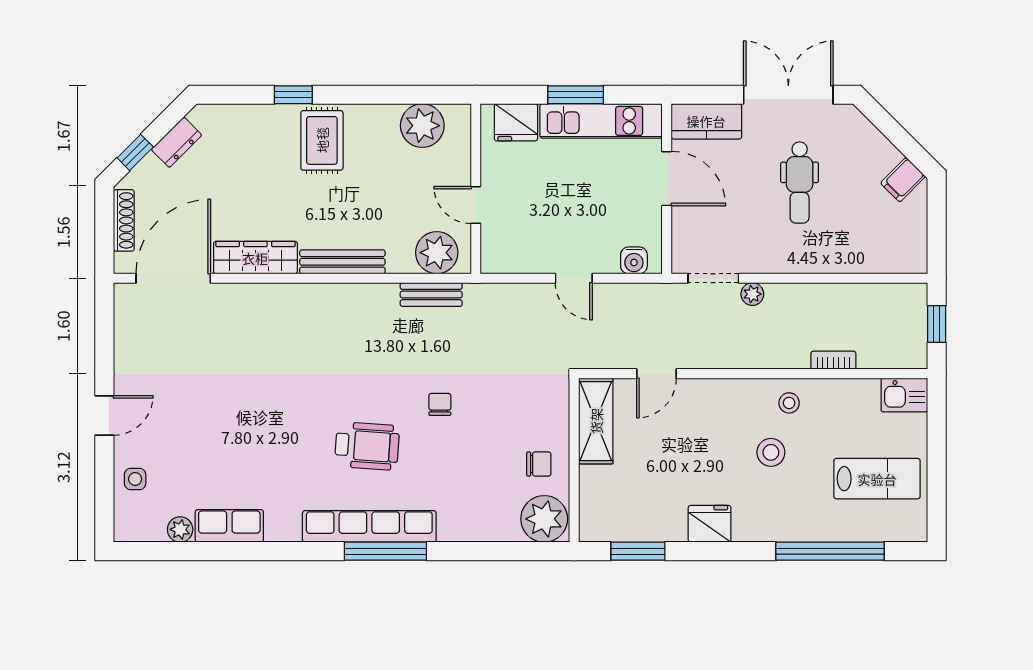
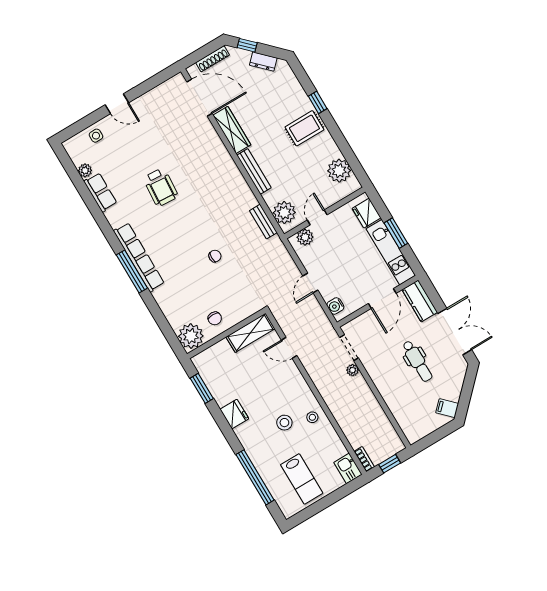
dental chair: (800, 183) -> (417, 361), turned -90
plant: (496, 243) -> (305, 237), added
bookcase: (833, 360) -> (364, 459), moved
wheelchair: (367, 446) -> (161, 187), moved

